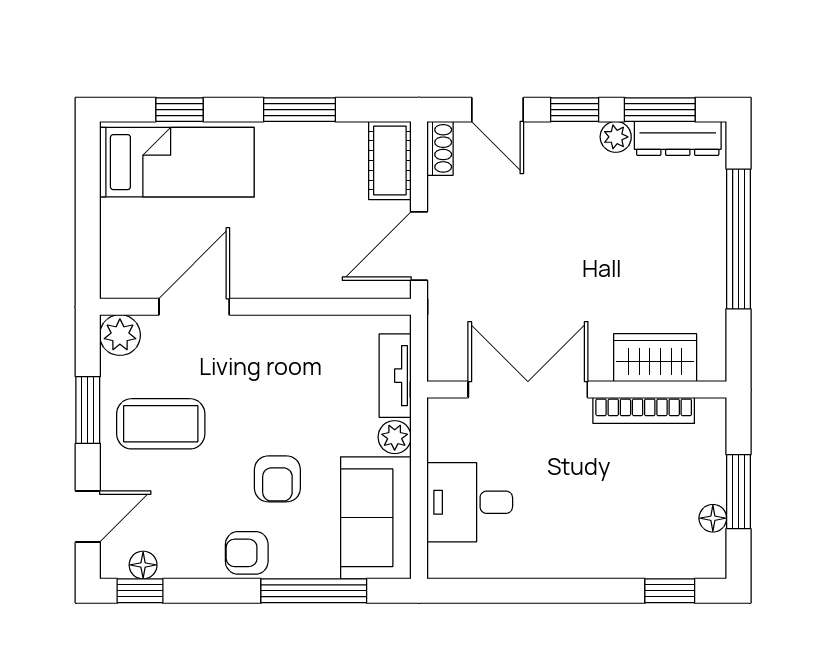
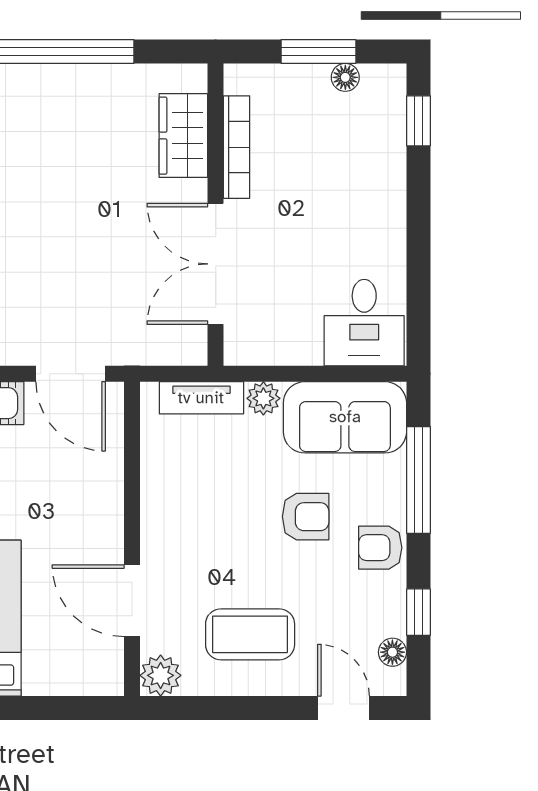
window: (88, 410) -> (236, 708), removed
coffee table: (161, 424) -> (250, 634), turned 90
desk: (470, 502) -> (364, 323), moved
armchair: (247, 553) -> (380, 548), turned 90
window: (140, 591) -> (418, 612), moved

